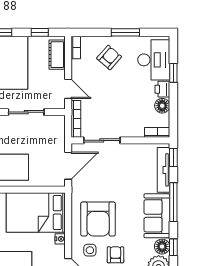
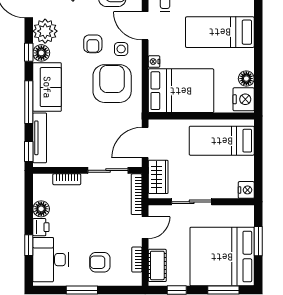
bookcase: (76, 47) -> (137, 260), moved
armchair: (109, 57) -> (100, 262), turned 49
door: (68, 89) -> (145, 228), swing flipped
bookcase: (157, 132) -> (67, 179), moved
wardrobe: (56, 135) -> (158, 177), added

